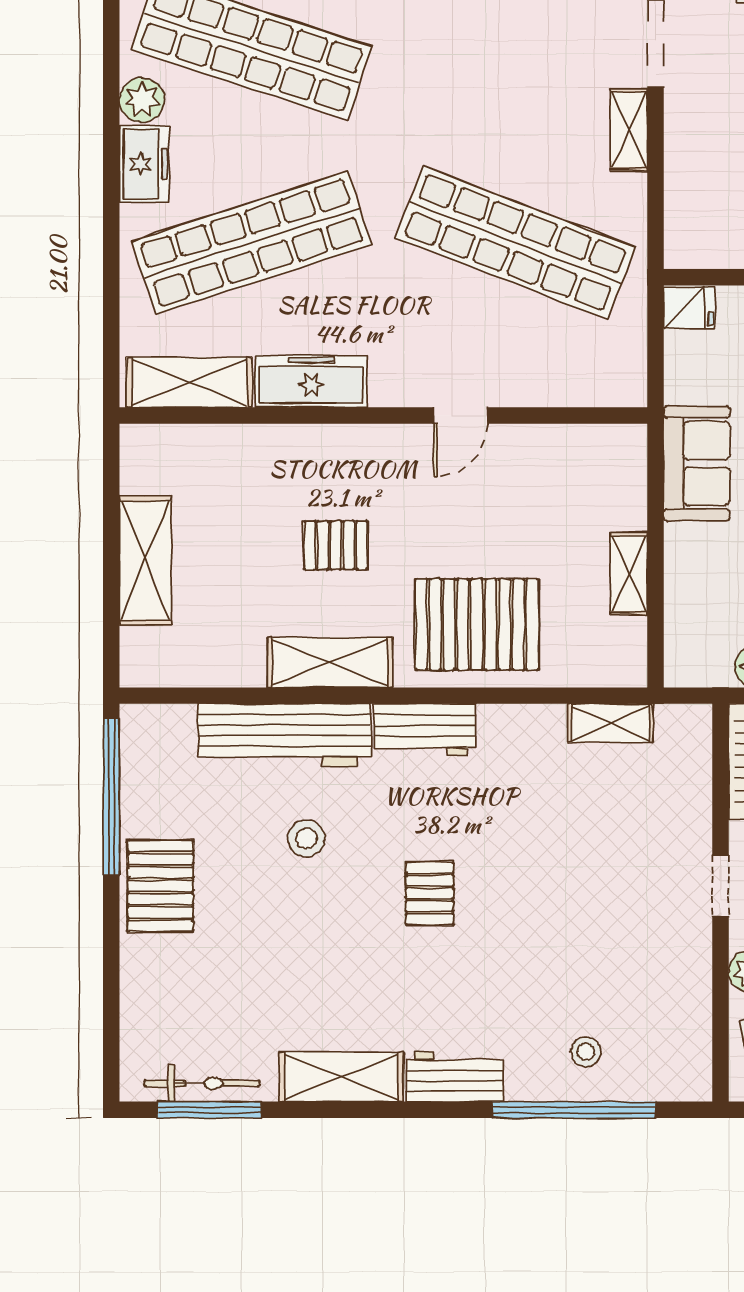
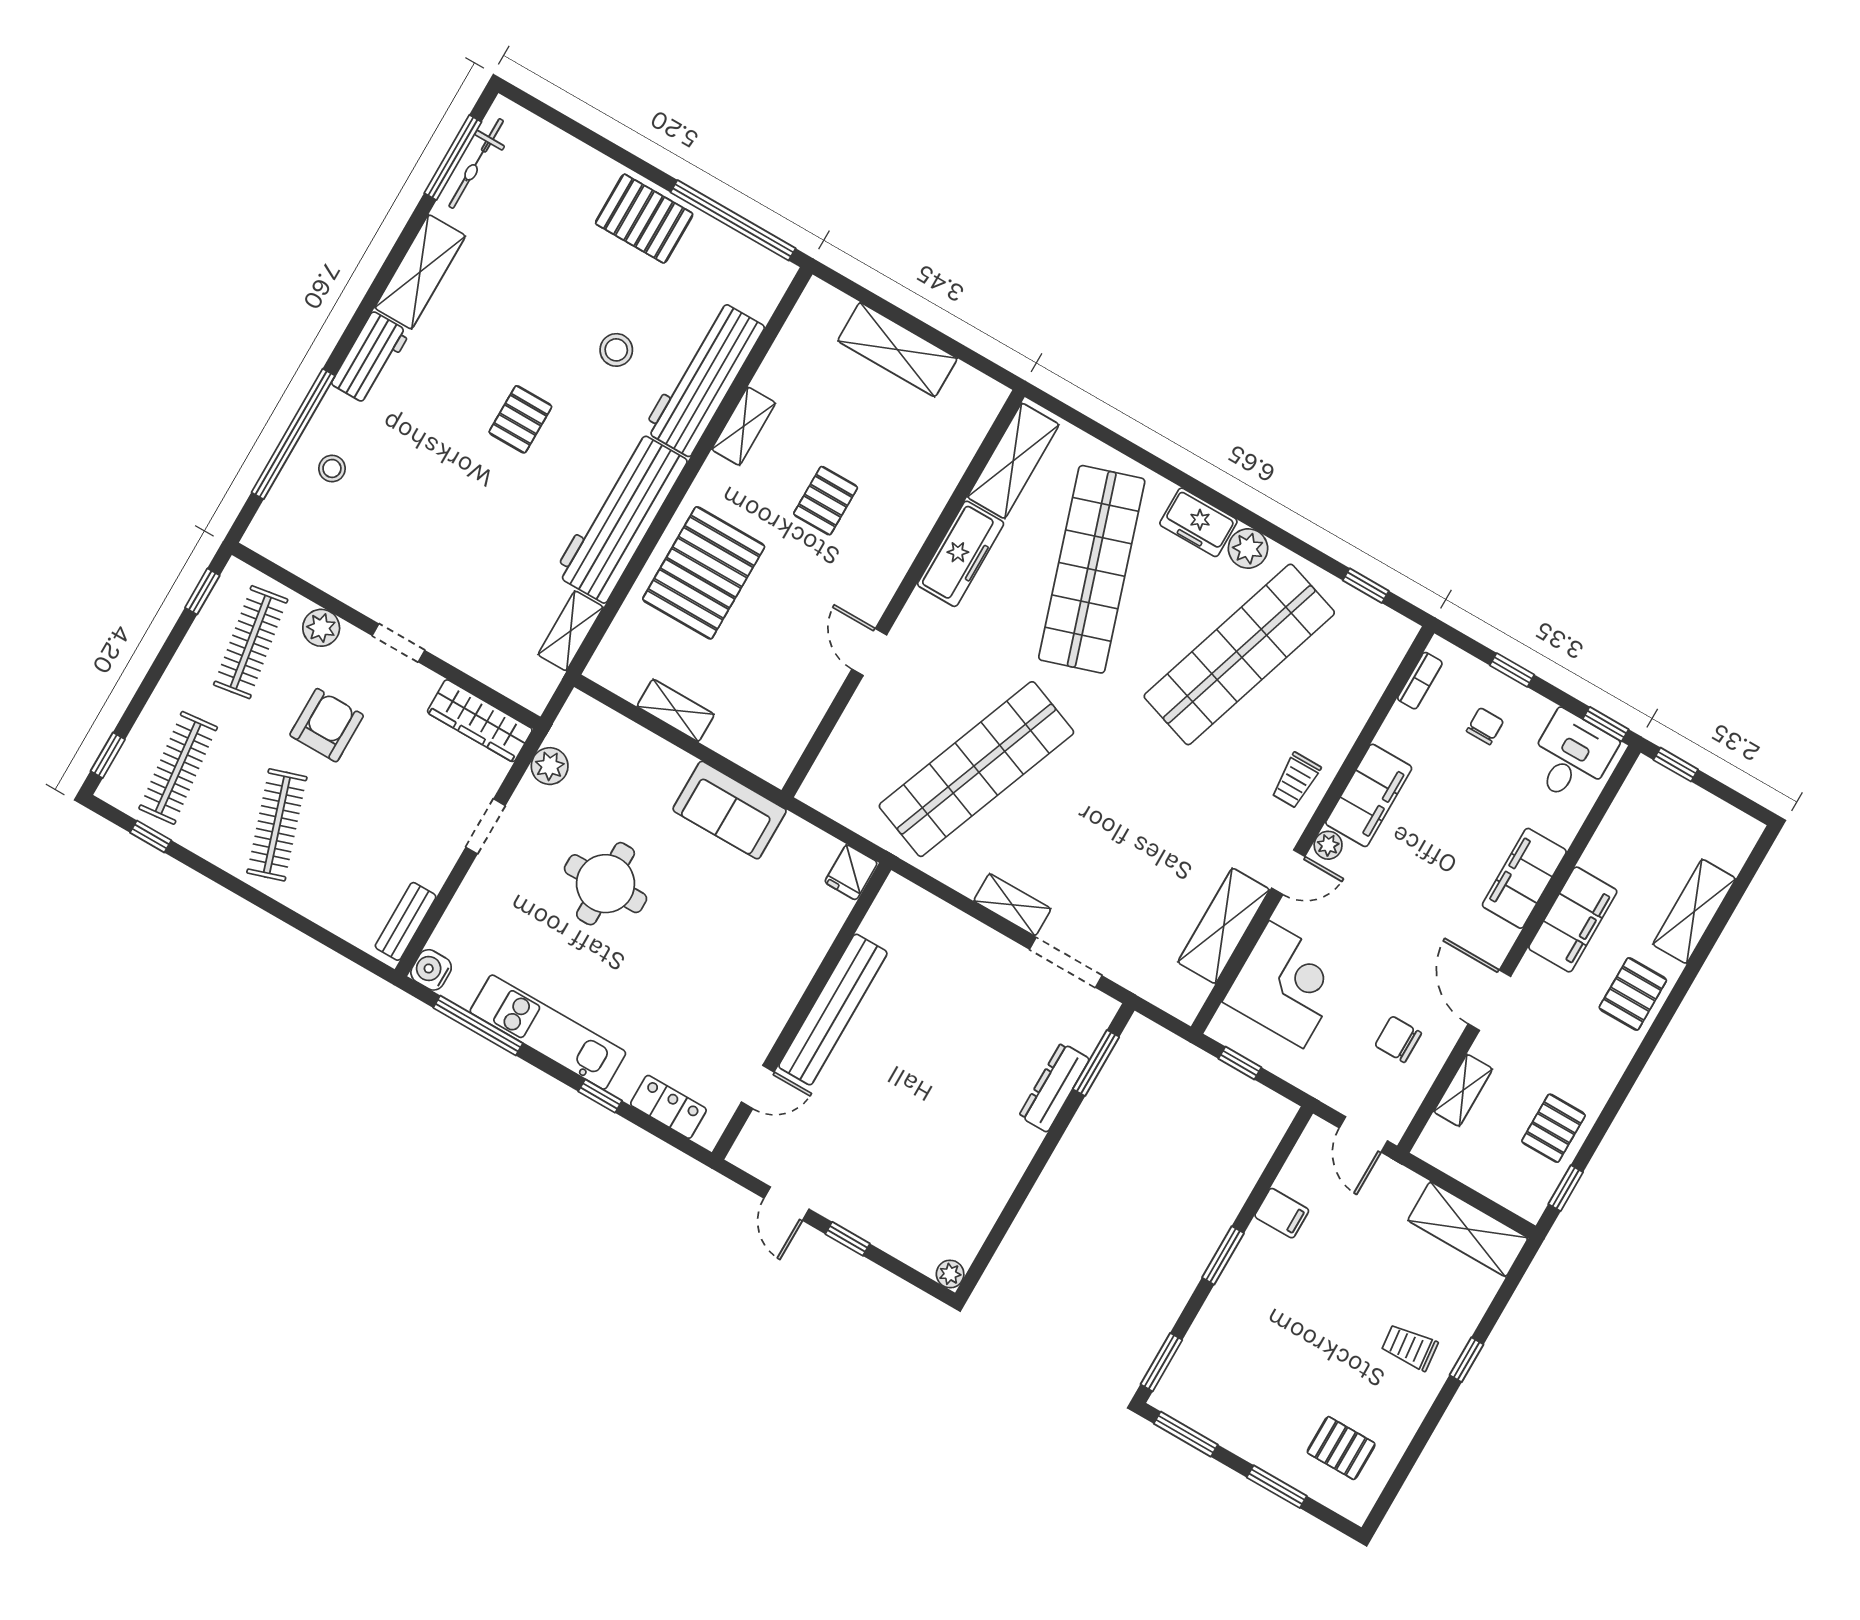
shelving: (330, 662) -> (744, 426), width x0.67, depth x0.75
workbench: (425, 730) -> (621, 517), width x1.88, depth x1.32
pallet: (430, 893) -> (520, 419), turned 90

